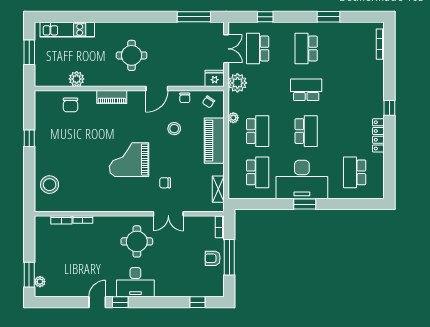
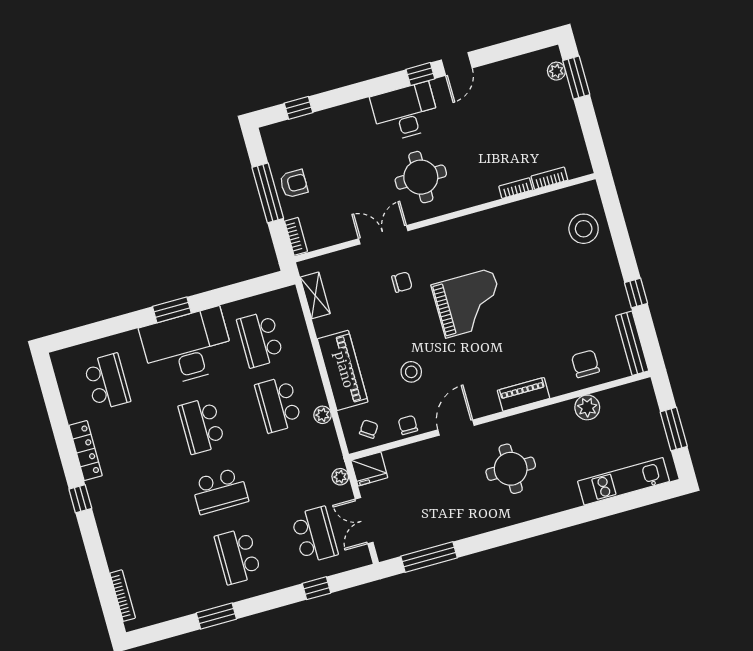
school desk: (306, 48) -> (238, 556), turned 180
plant: (237, 83) -> (340, 477), width x0.53, depth x0.53
bench: (40, 109) -> (632, 343), added

